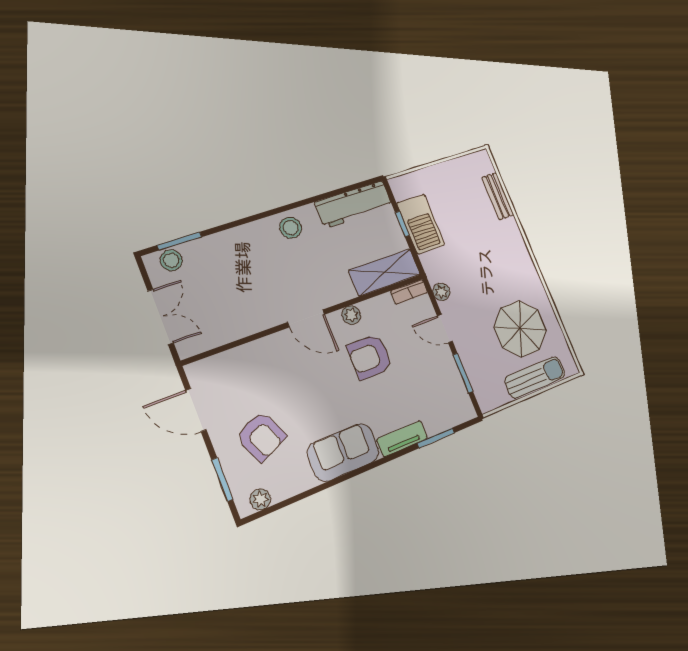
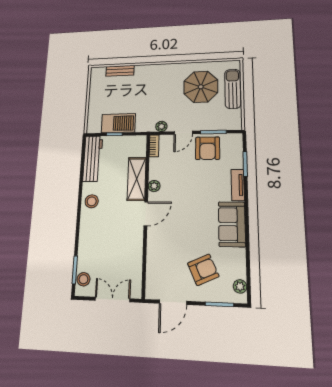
shelving: (385, 272) -> (137, 179), moved
armchair: (370, 357) -> (208, 148), moved

